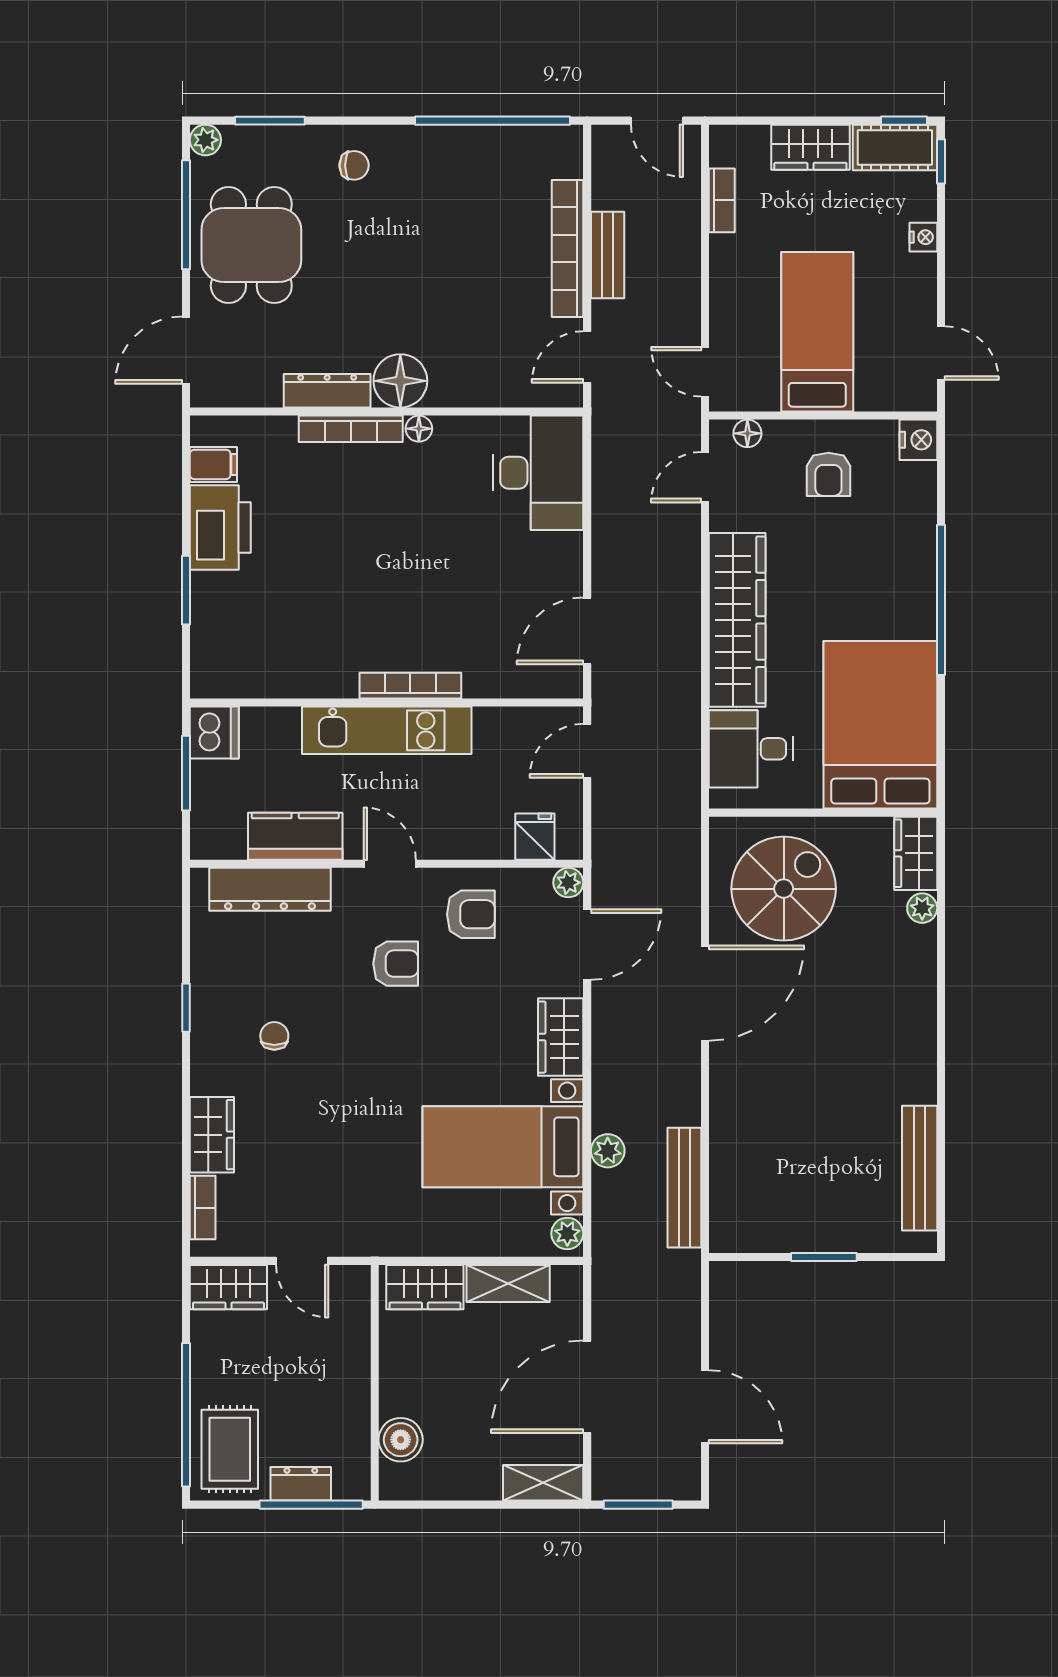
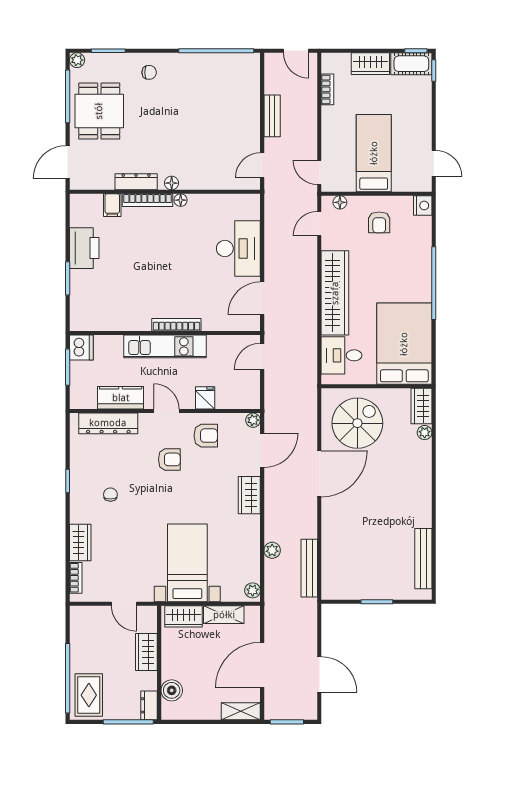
nightstand: (923, 237) -> (425, 107), removed
bookcase: (568, 249) -> (253, 113), removed
floor lamp: (400, 381) -> (172, 183), width x0.53, depth x0.53
filing cabinet: (213, 464) -> (112, 205), moved, turned 90
desk: (538, 473) -> (238, 249), moved
fridge: (535, 837) -> (205, 398), moved
bed with nightstands: (503, 1147) -> (187, 563), moved, turned 90
wardrobe: (228, 1287) -> (146, 652), moved, turned 90
dresser: (301, 1484) -> (149, 705), moved, turned -90

